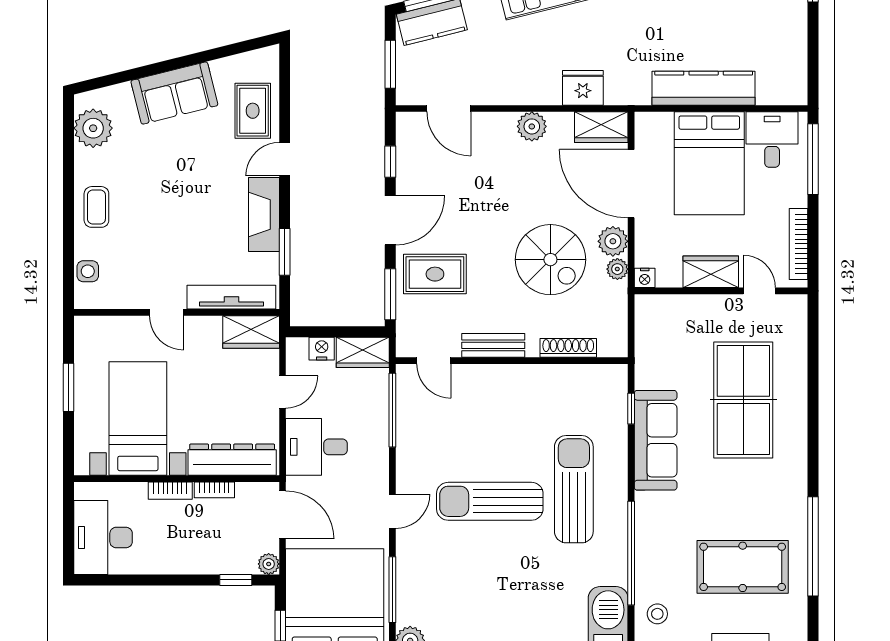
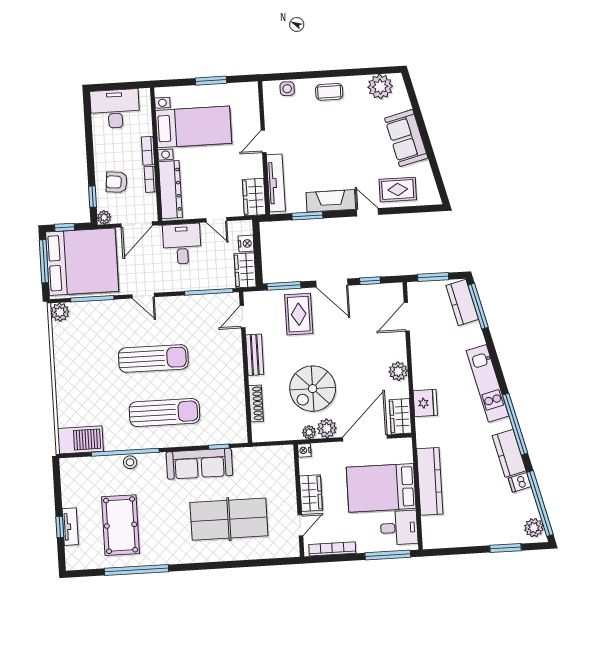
sun lounger: (490, 501) -> (153, 358), turned 90
armchair: (216, 542) -> (117, 182), added
stool: (657, 614) -> (130, 462), moved

